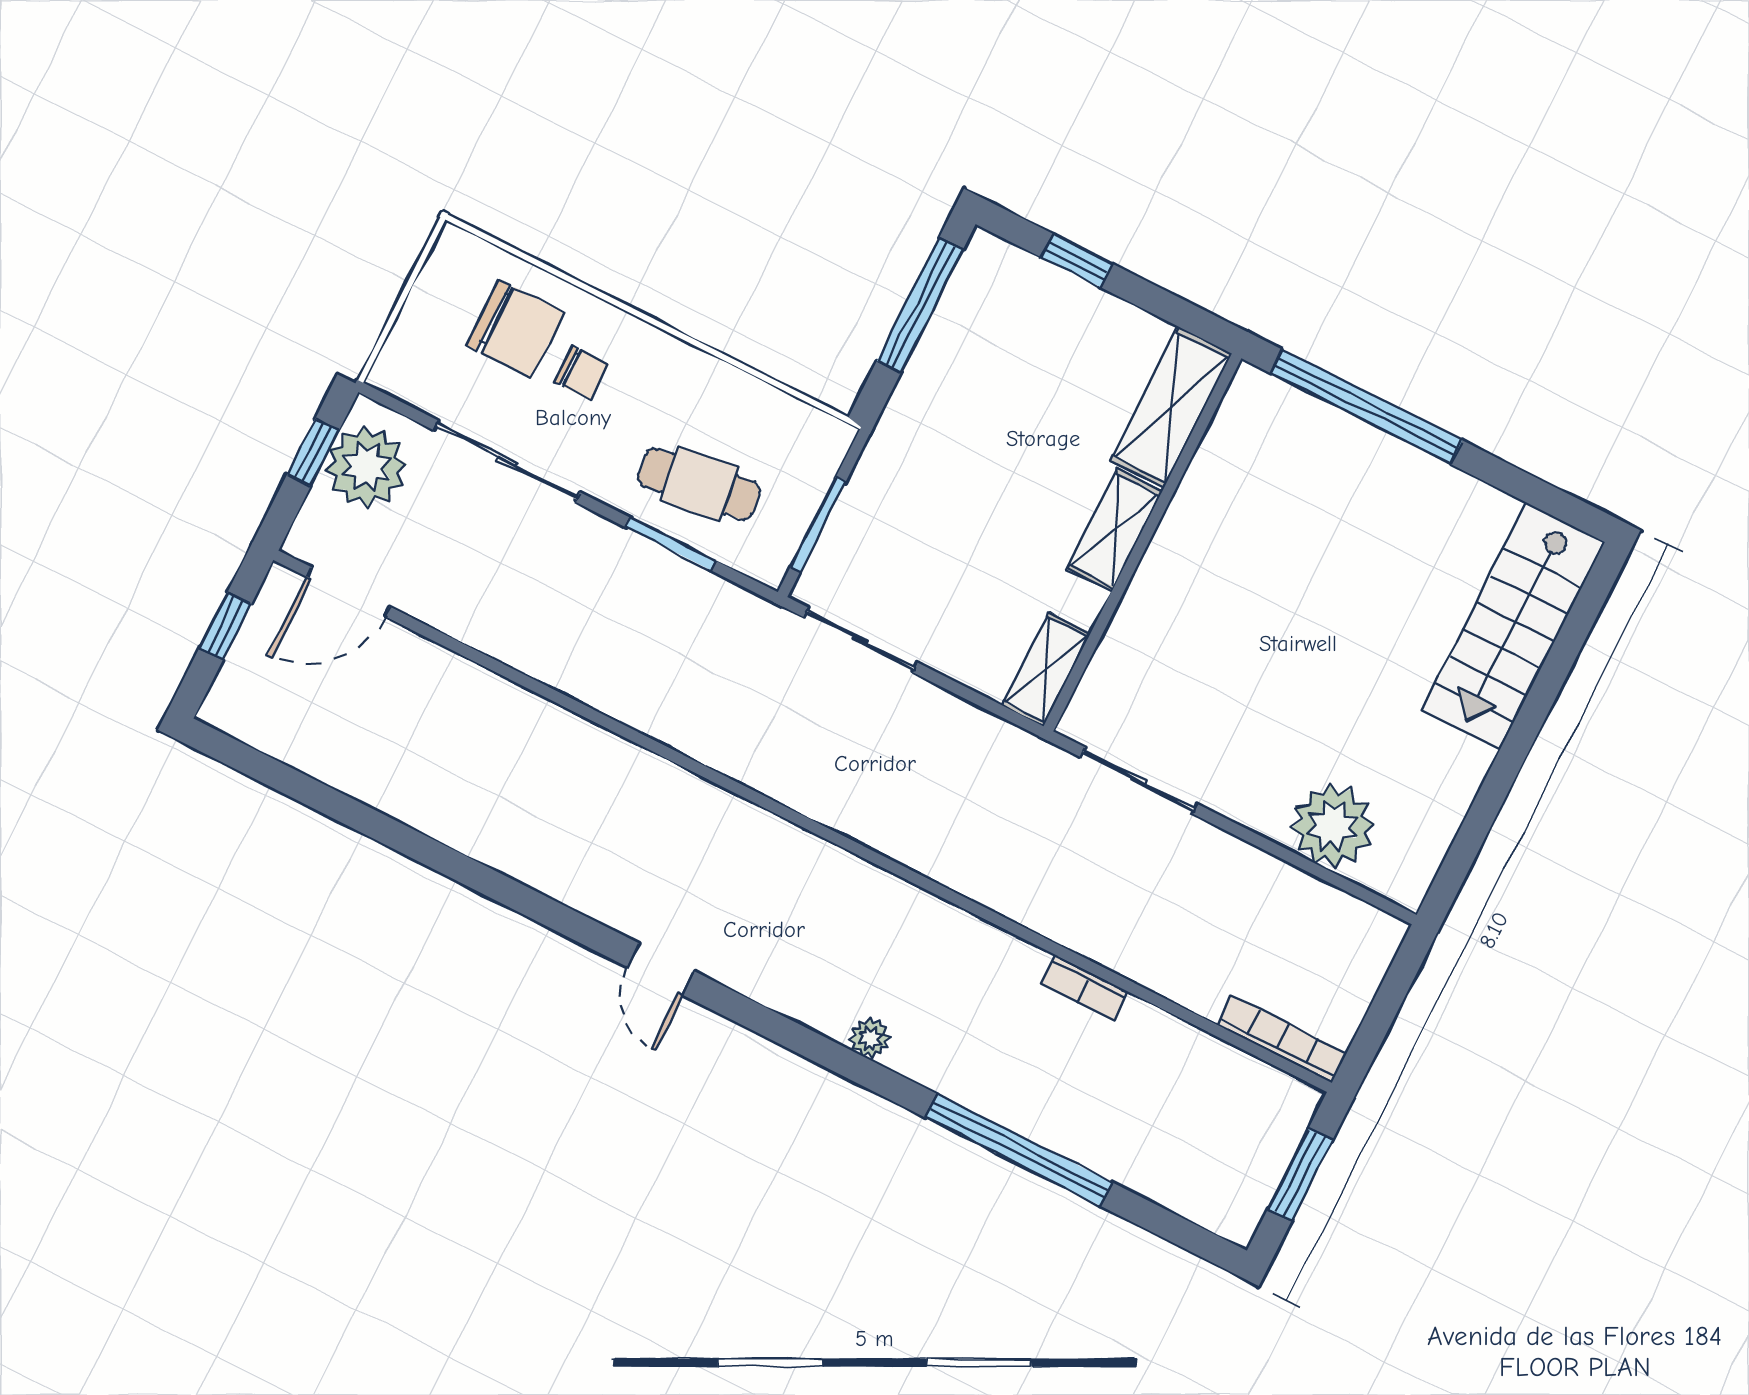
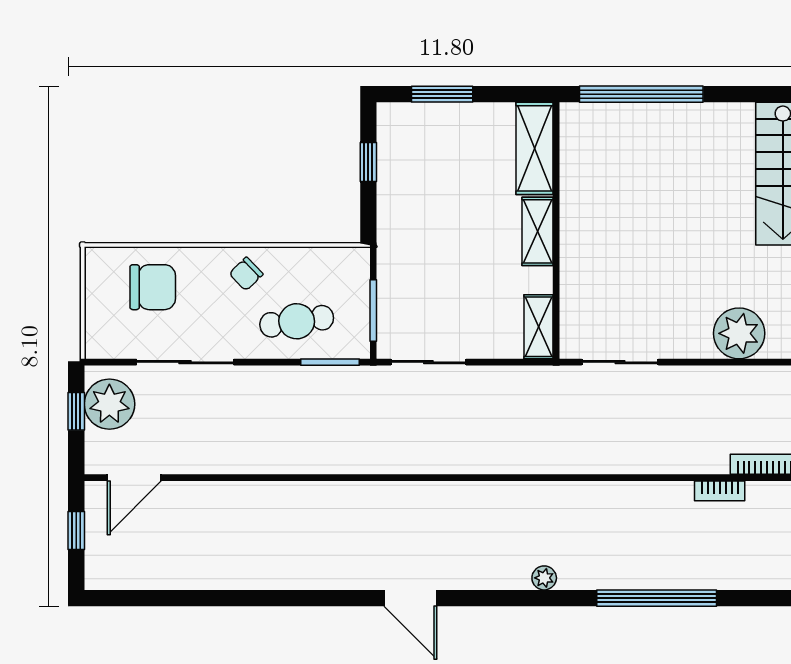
window: (1077, 261) -> (442, 94), width x1.50
window: (920, 305) -> (368, 162), width x0.46
chair: (581, 373) -> (246, 274), moved, turned 136
window: (670, 544) -> (330, 362), moved
door: (661, 969) -> (410, 598), width x1.38
bookcase: (1085, 988) -> (720, 491), moved

